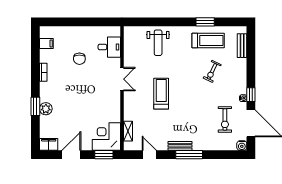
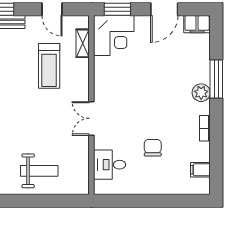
weight bench: (158, 43) -> (39, 171), turned 90
treadmill: (161, 94) -> (49, 66), moved
window: (35, 106) -> (216, 79), width x1.44
plant: (46, 109) -> (201, 93), moved

